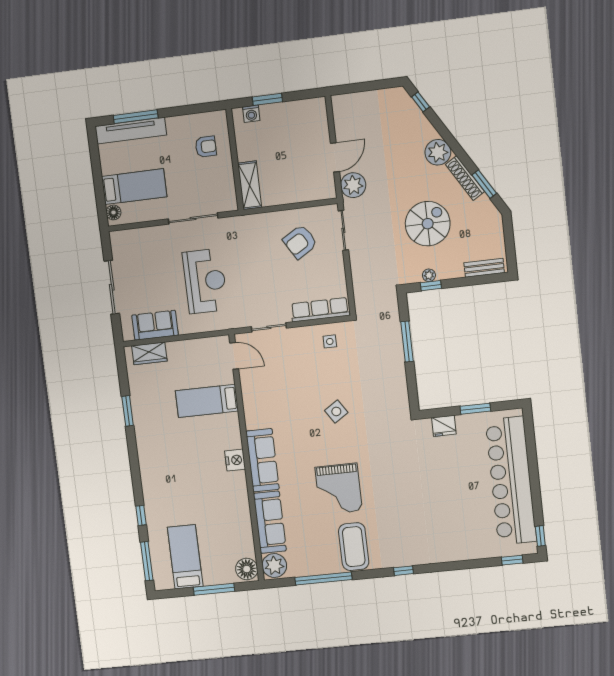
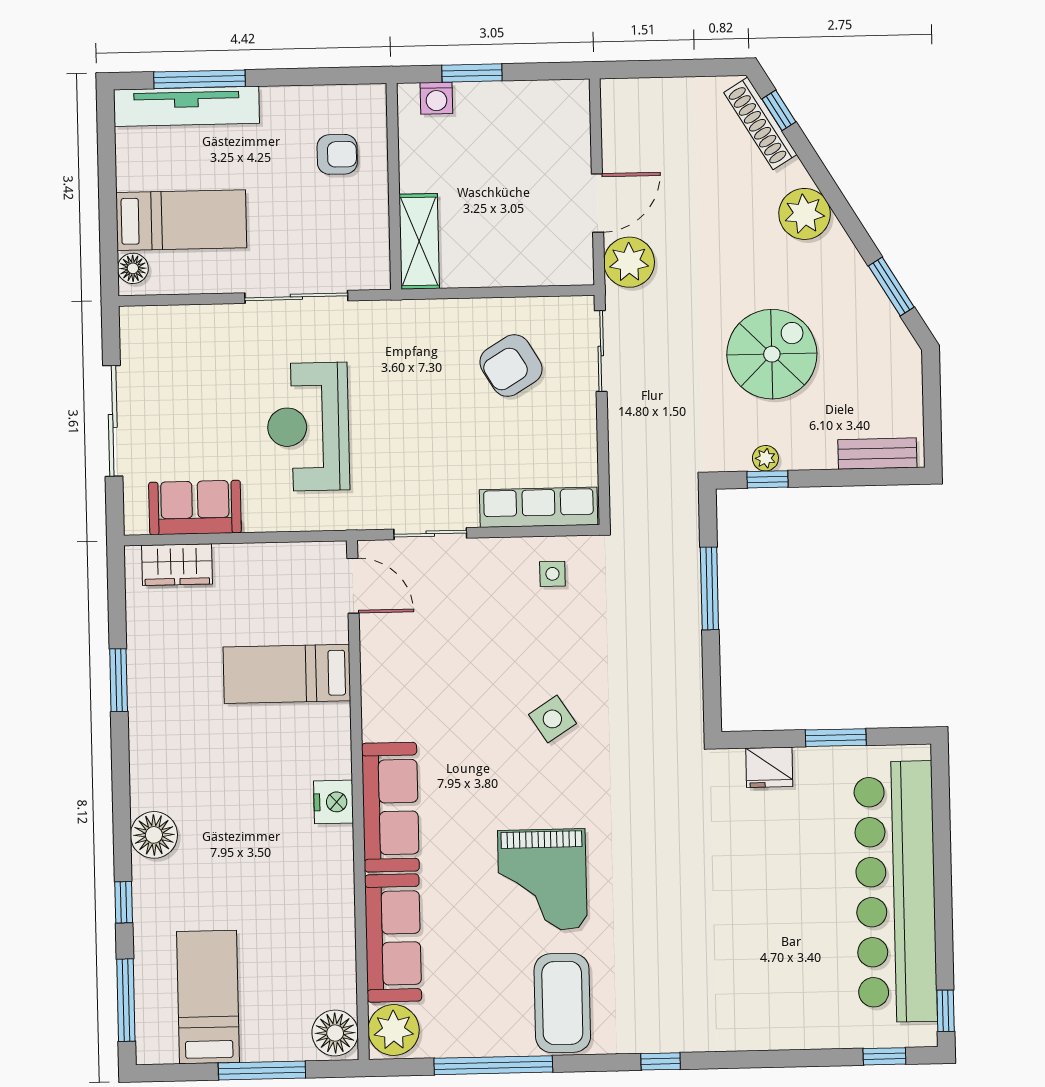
shoe rack: (465, 178) -> (760, 123), moved
reception desk: (205, 281) -> (308, 427), turned 180
floor lamp: (152, 483) -> (154, 835), added

